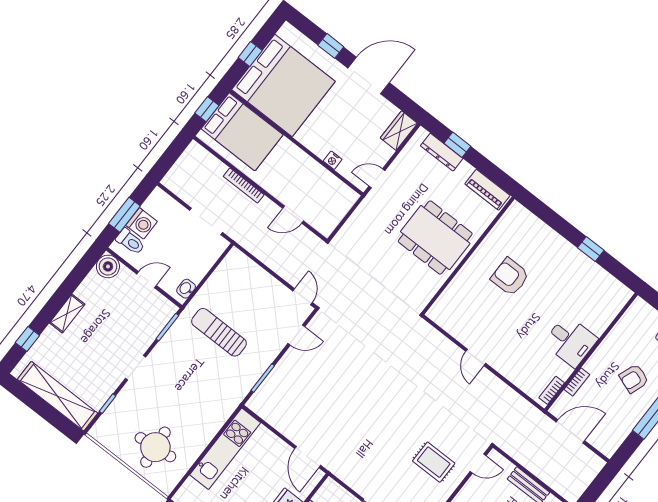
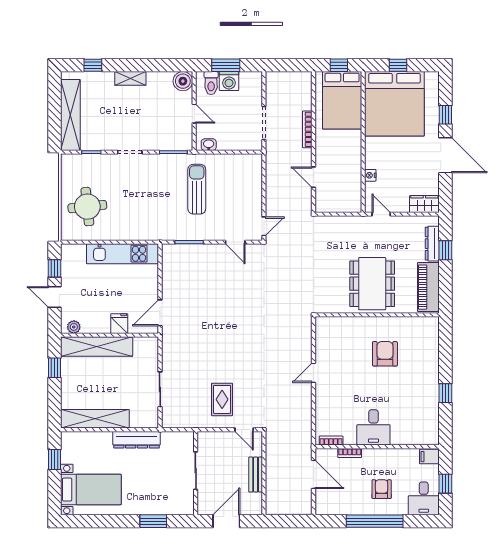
piano: (487, 190) -> (428, 287), width x1.37, depth x1.33
filing cabinet: (638, 310) -> (429, 457), added
armchair: (634, 379) -> (382, 489), turned 70

